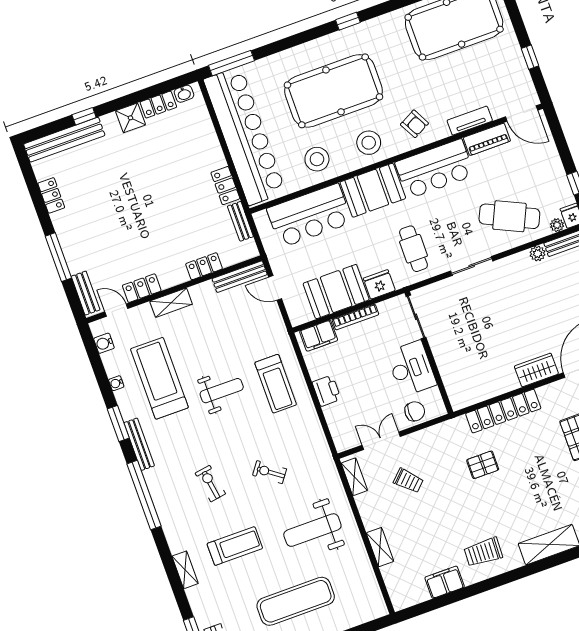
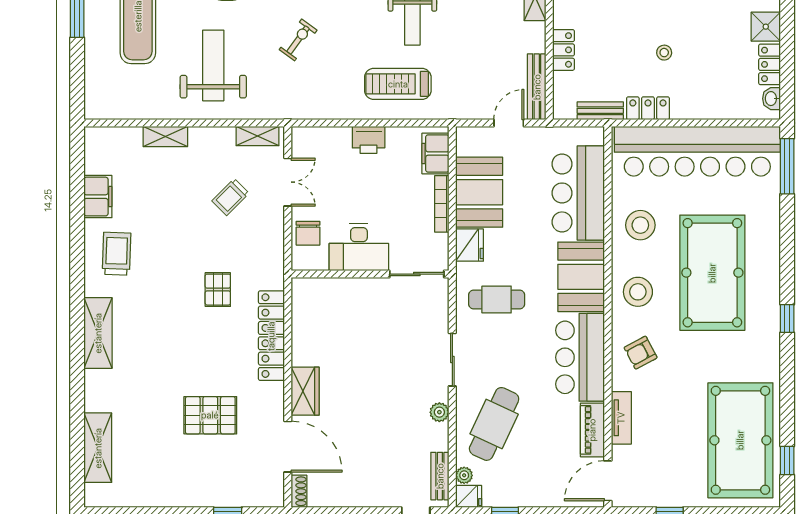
stool: (178, 188) -> (664, 53), added
plant: (538, 254) -> (439, 412), moved

